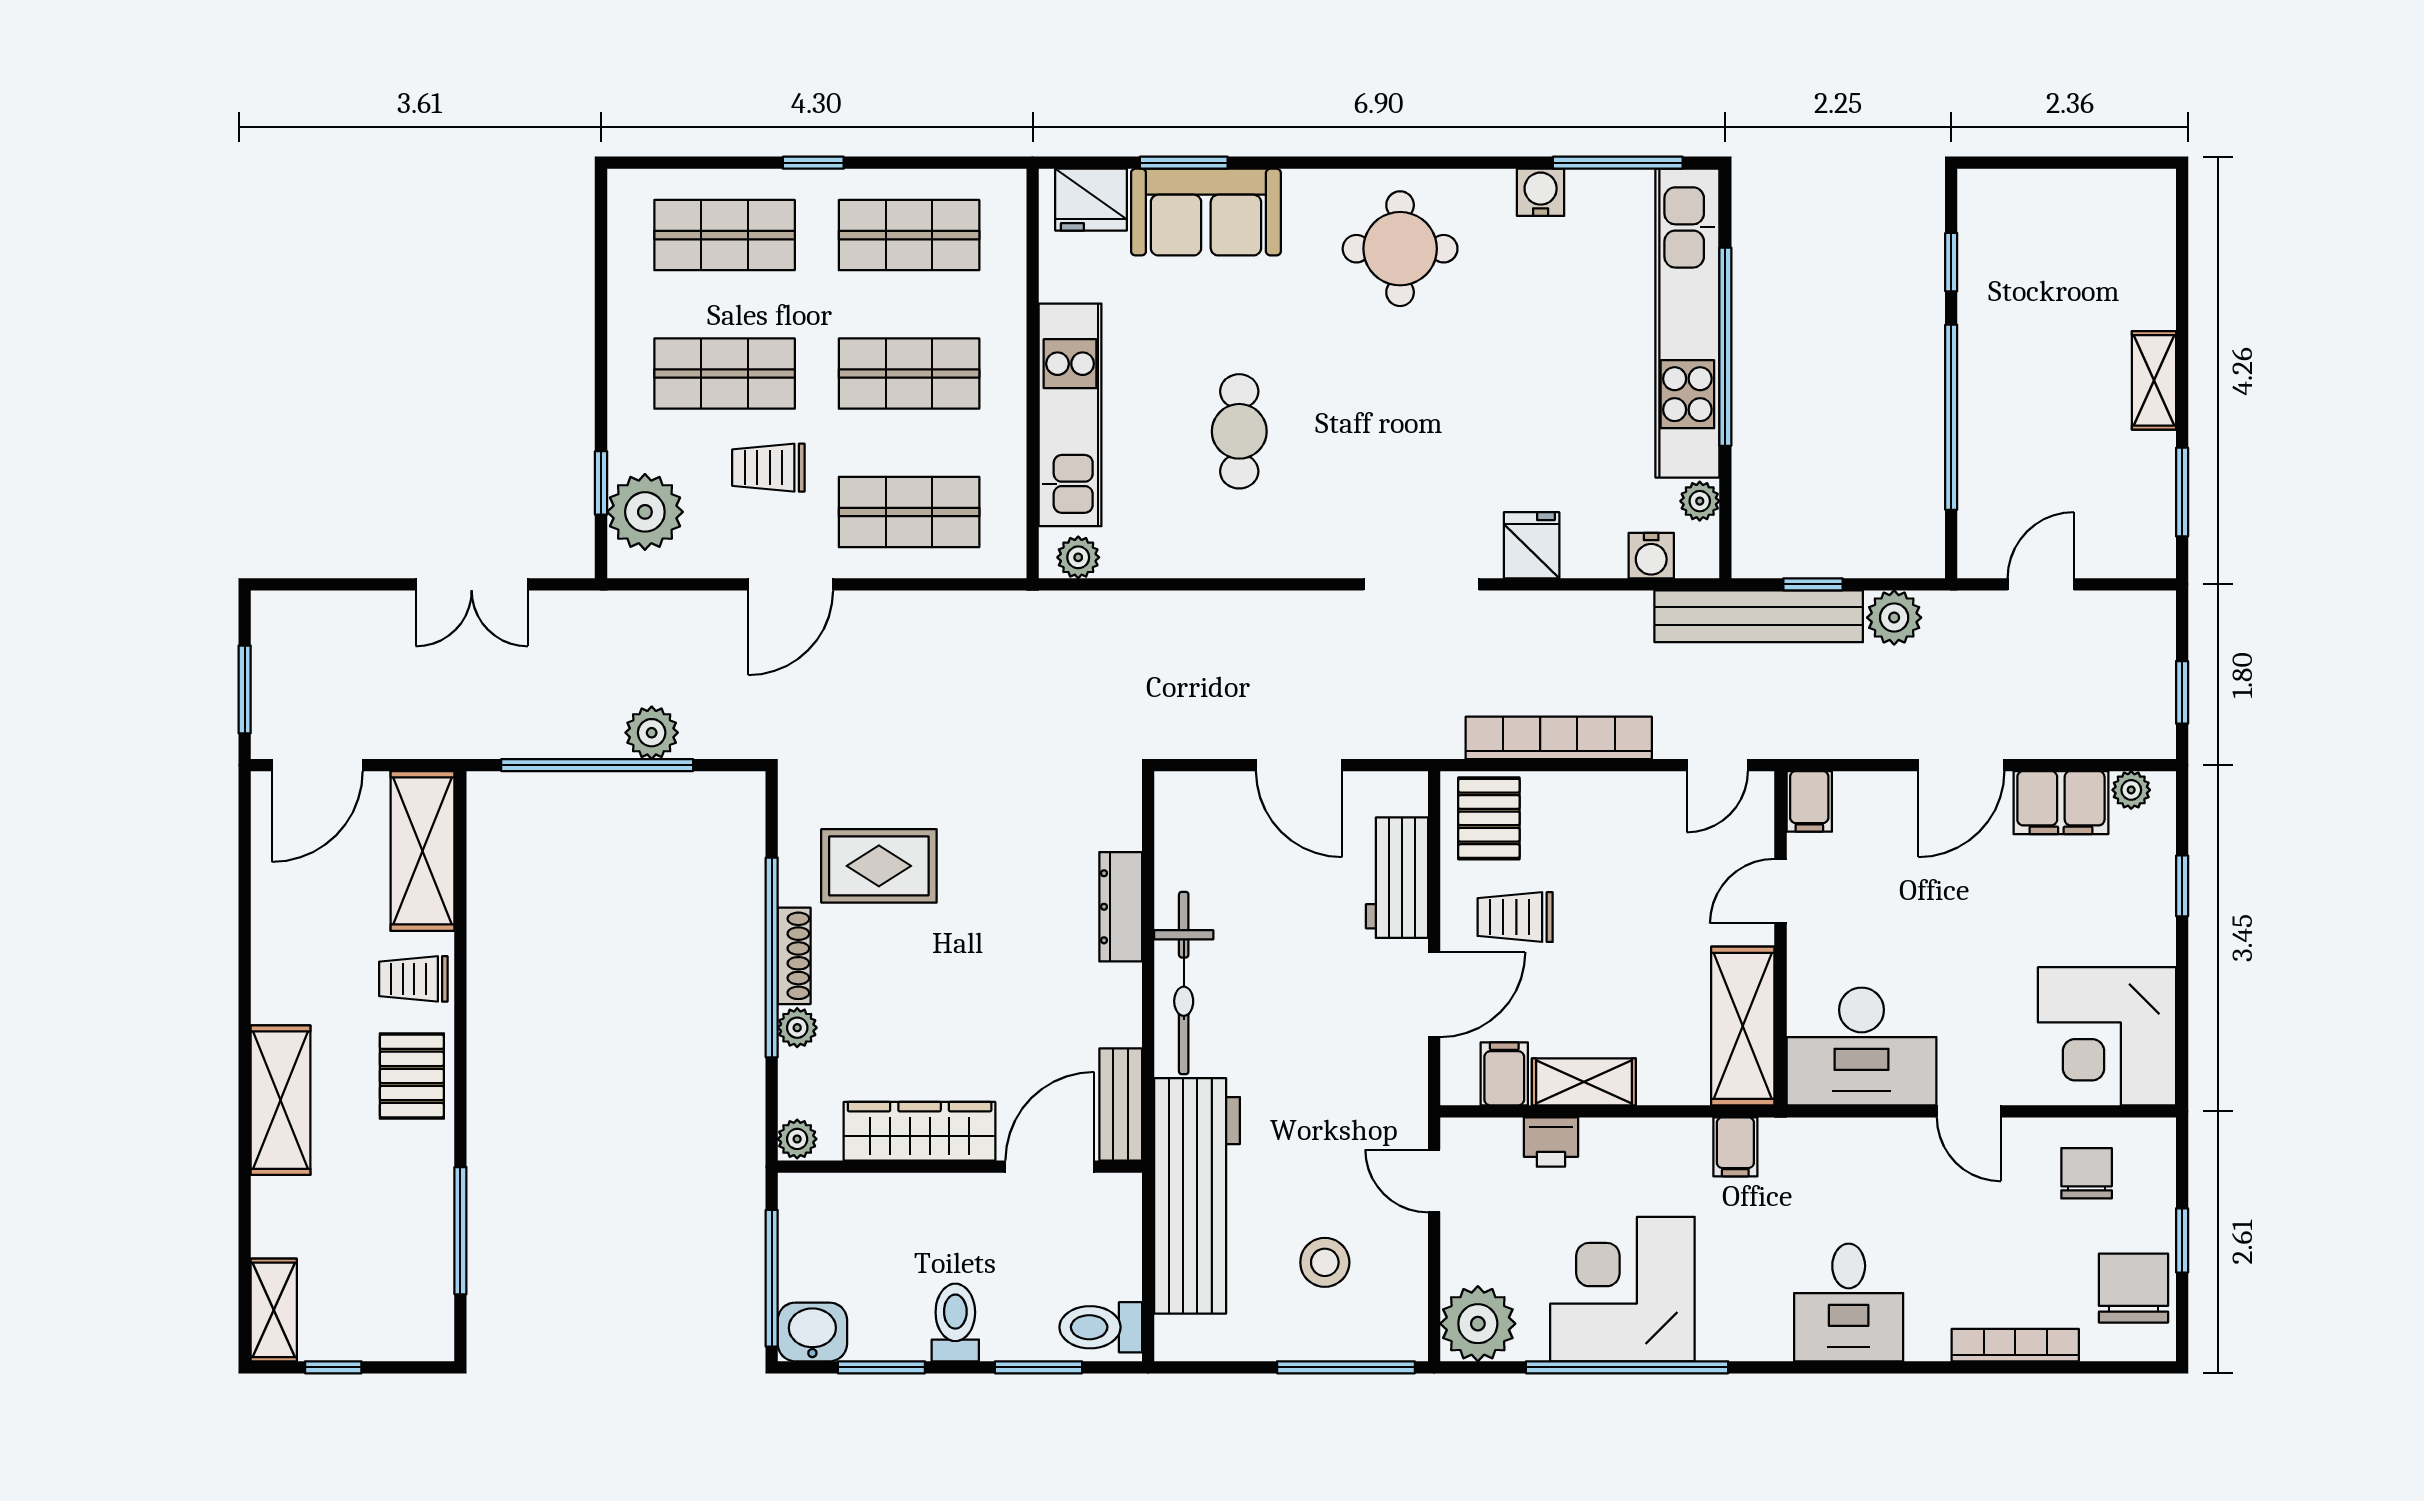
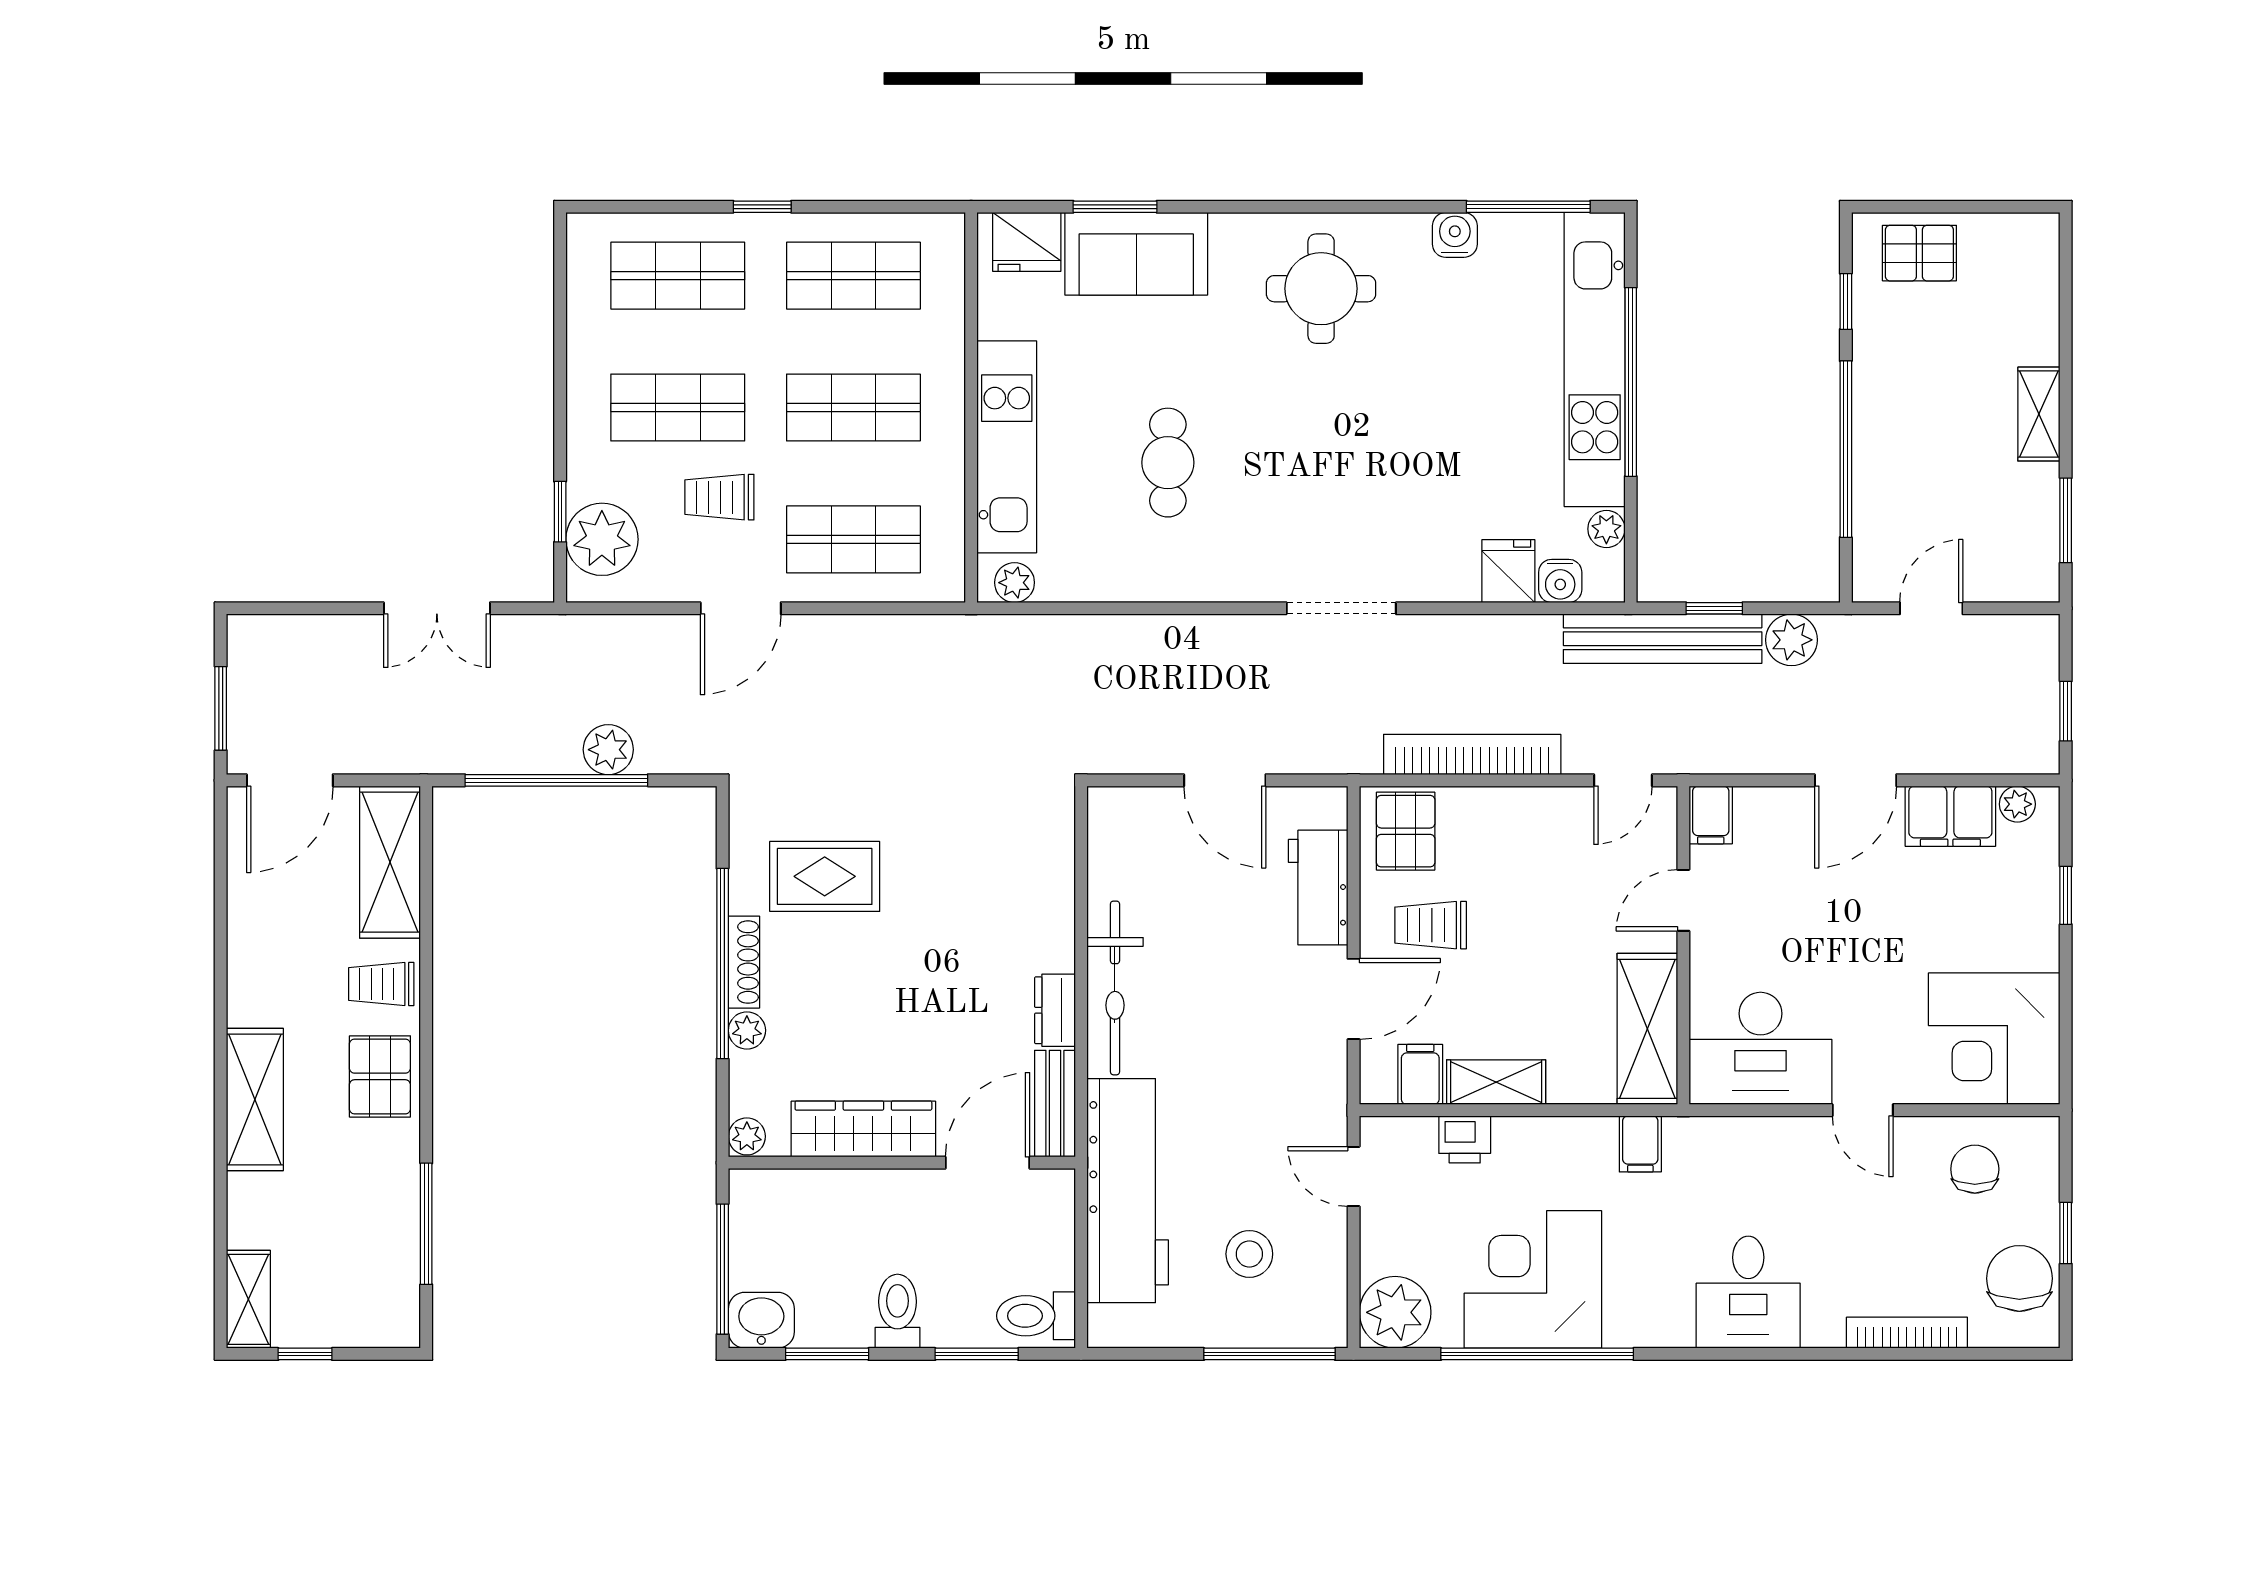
pallet: (2028, 211) -> (1919, 253), added
fridge: (1532, 545) -> (1508, 571), moved
dresser: (1121, 907) -> (1055, 1010), moved, width x0.70

